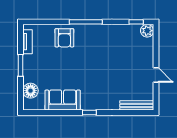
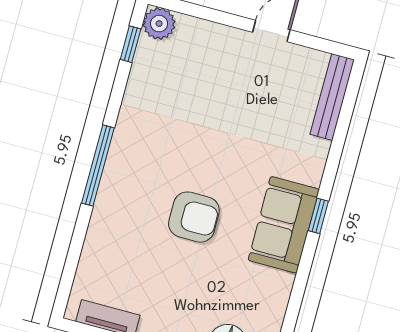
armchair: (64, 38) -> (194, 217), moved
sofa: (63, 100) -> (284, 225), moved

